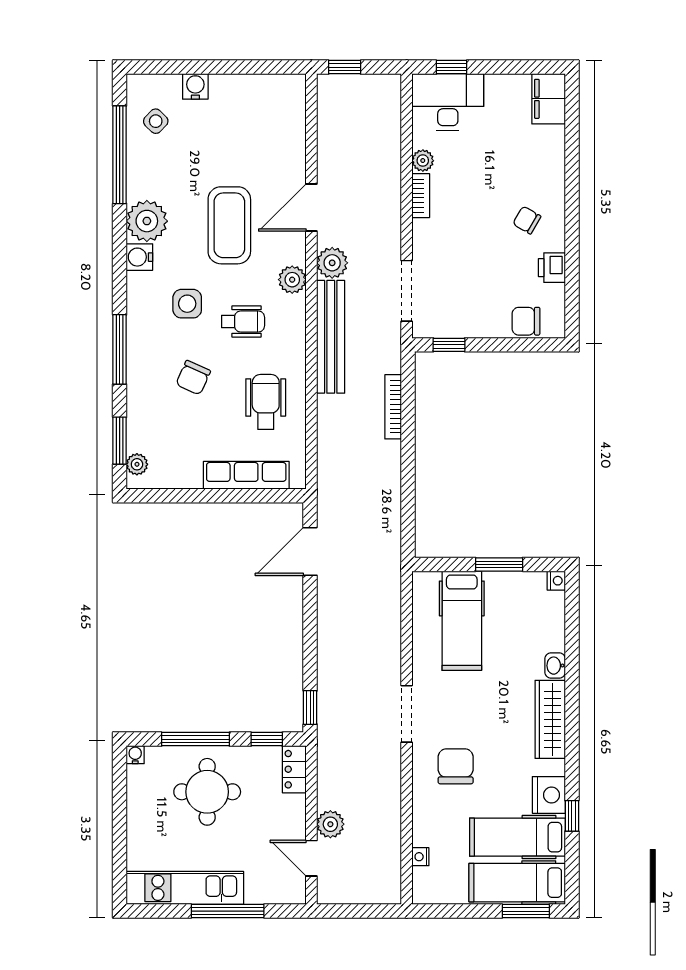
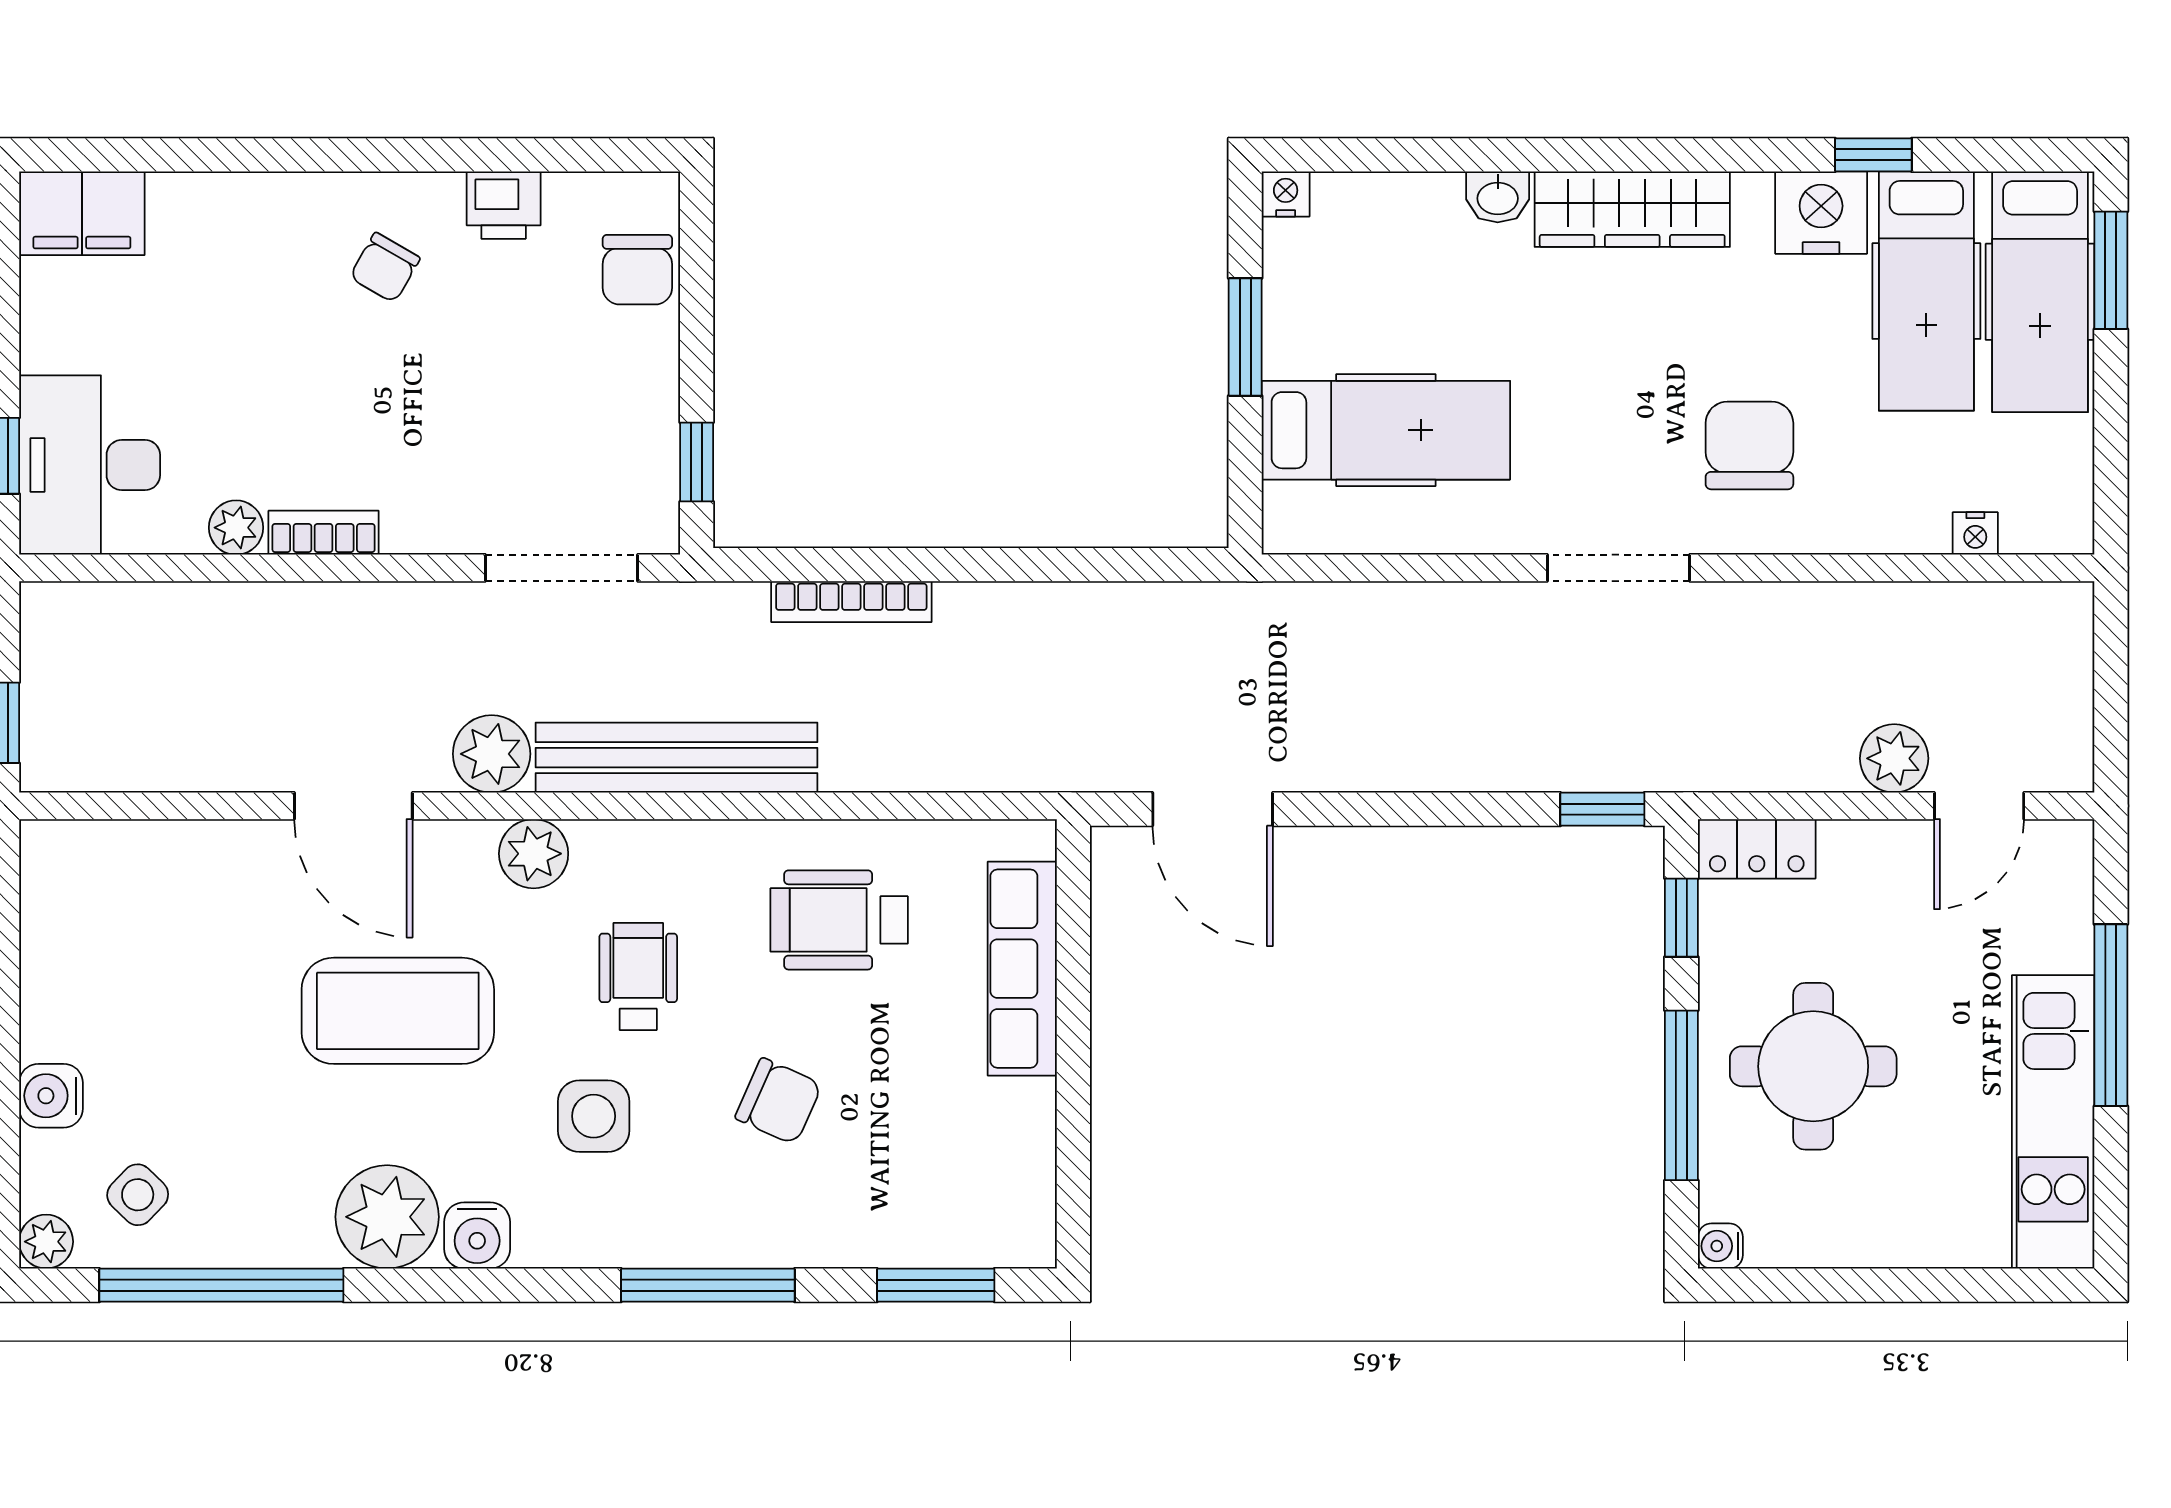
plant: (137, 464) -> (46, 1242), moved
chair: (456, 766) -> (1749, 445), turned 90

